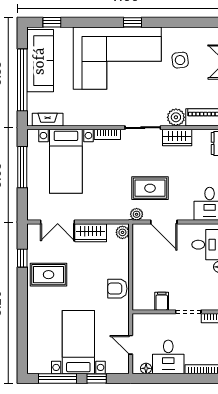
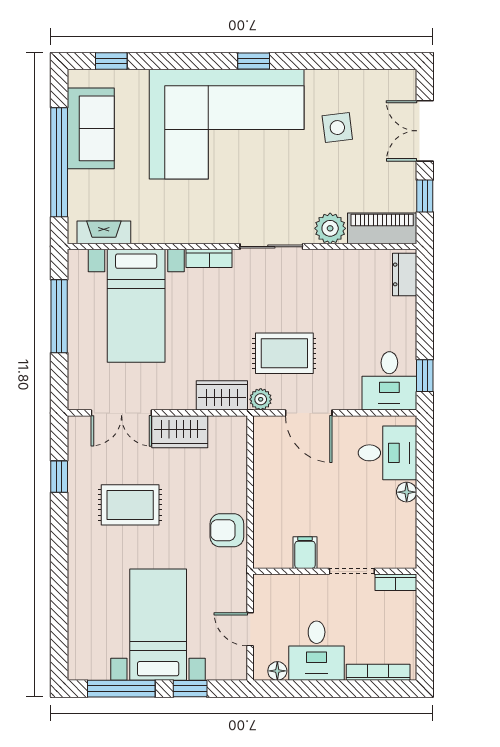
sofa: (40, 61) -> (91, 128), width x0.73
wardrobe: (177, 138) -> (222, 395), moved, turned 180
plant: (122, 232) -> (236, 431), removed
rug: (49, 275) -> (130, 505), moved

